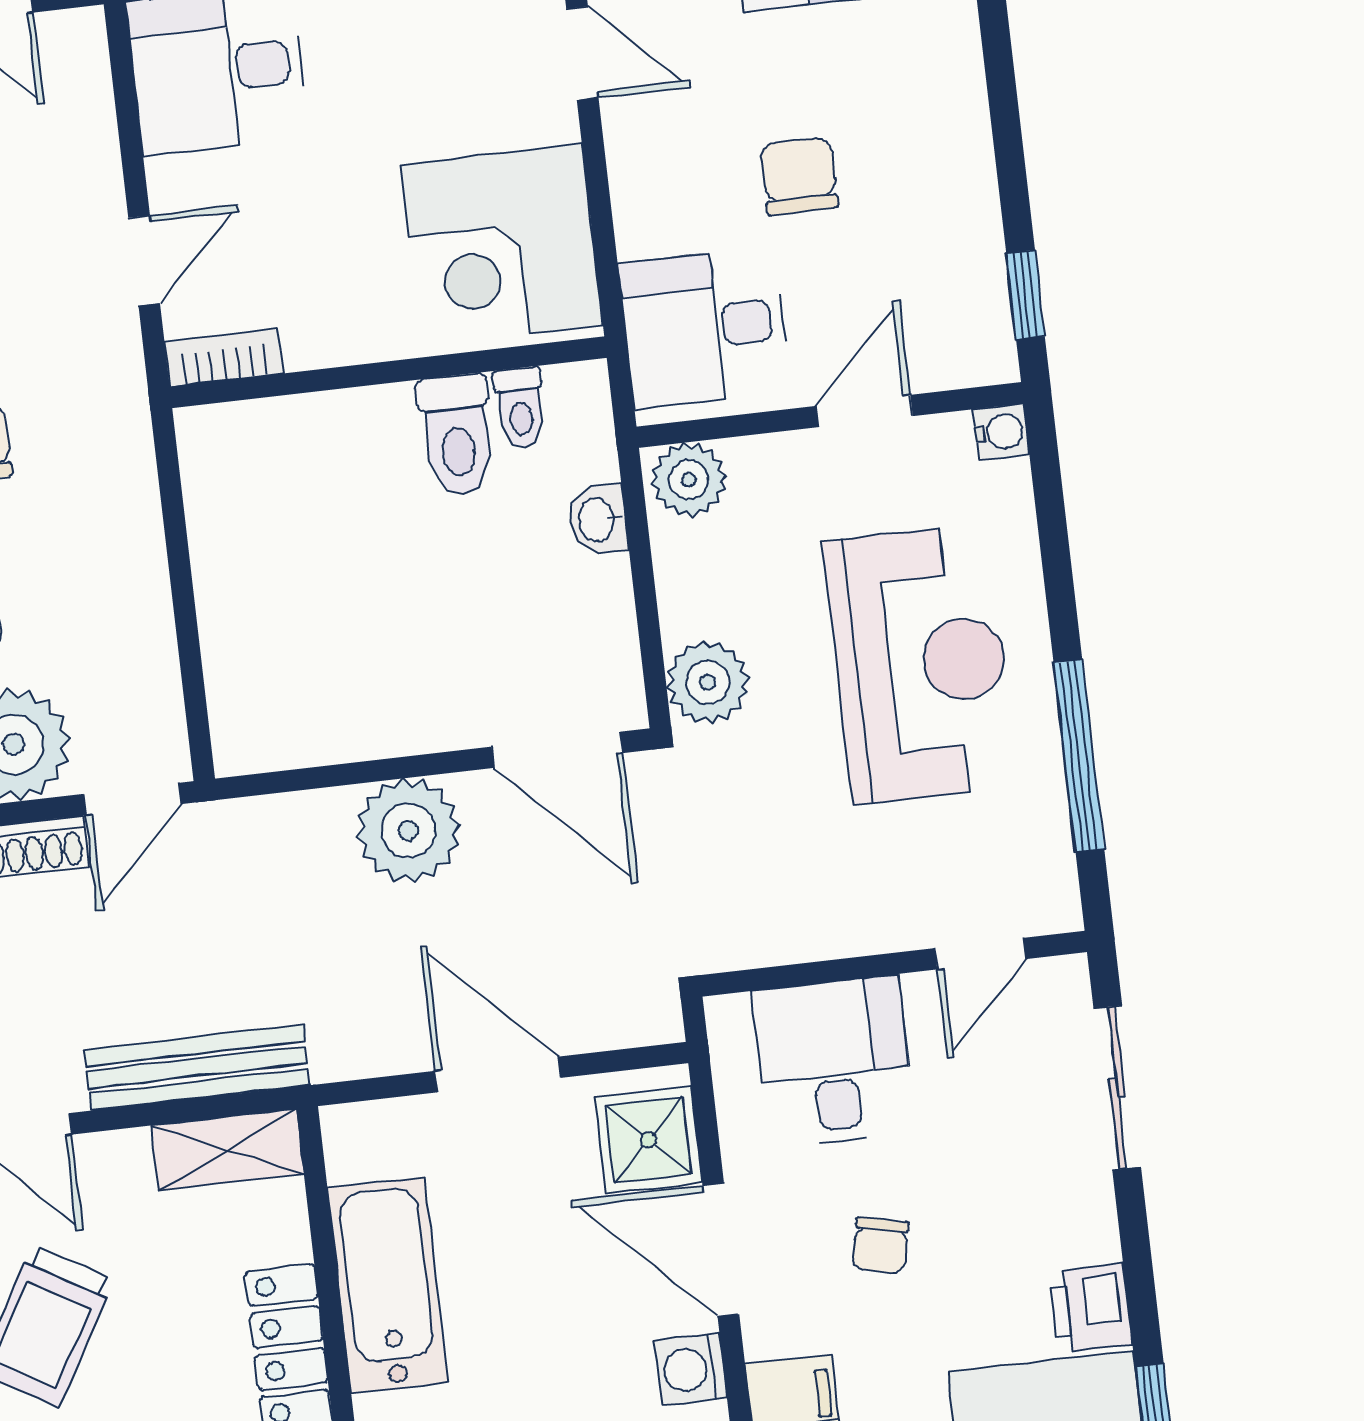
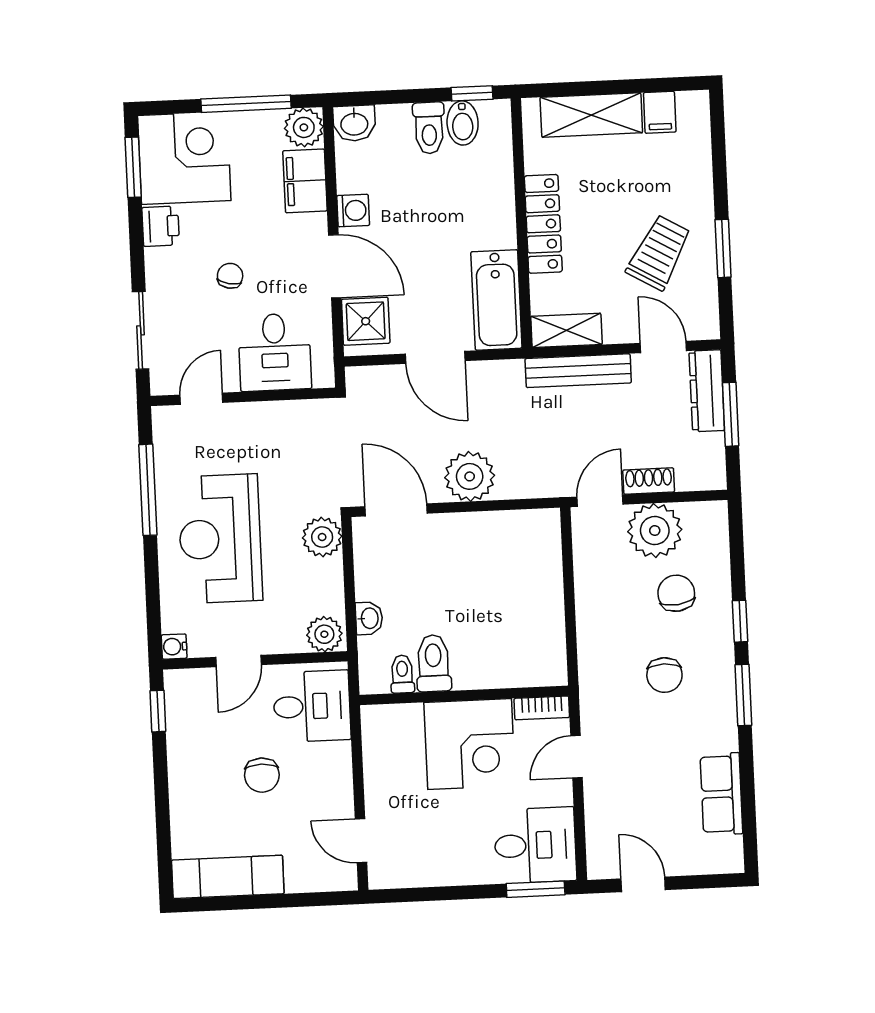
corner desk: (501, 245) -> (470, 744), moved, turned 90
chair: (880, 1246) -> (230, 276), moved
bathtub: (388, 1285) -> (496, 300), moved

